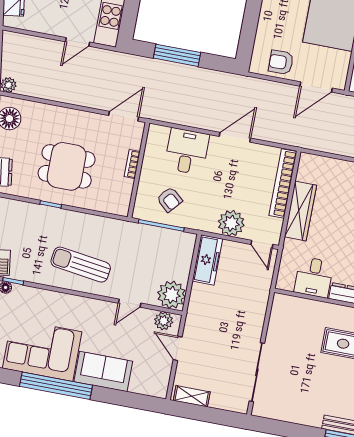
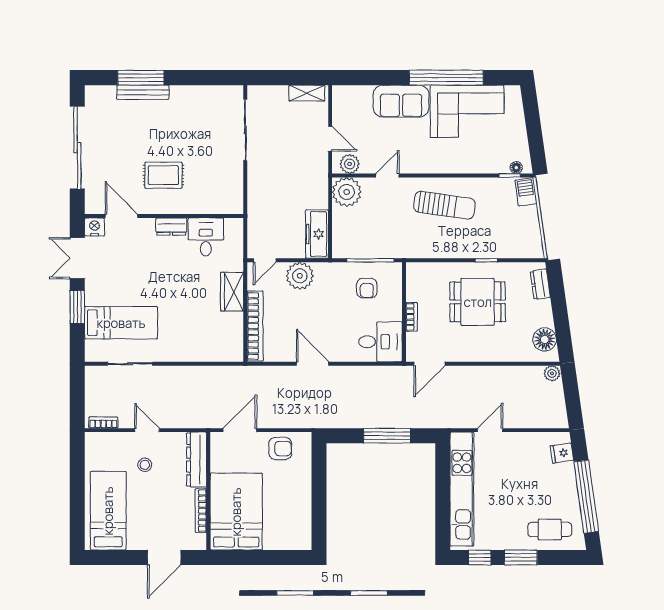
door: (235, 137) -> (313, 364), swing flipped
desk: (187, 151) -> (380, 342), moved, turned -90
armchair: (170, 199) -> (367, 288), turned -131
wardrobe: (300, 211) -> (232, 292), width x0.67
door: (262, 244) -> (265, 260), swing flipped

